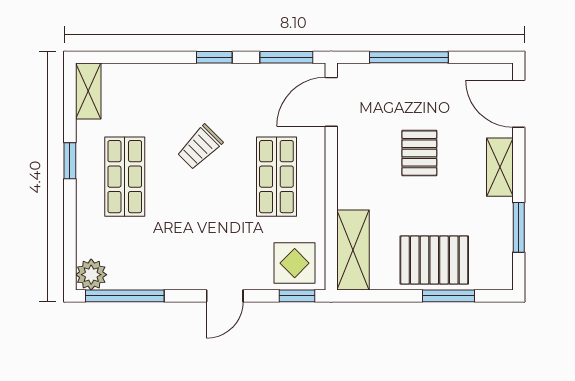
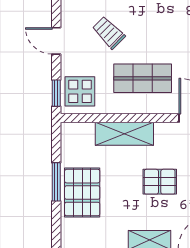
trolley: (200, 147) -> (109, 33), moved
shelving: (353, 250) -> (124, 134), moved
window: (448, 296) -> (56, 182), moved

